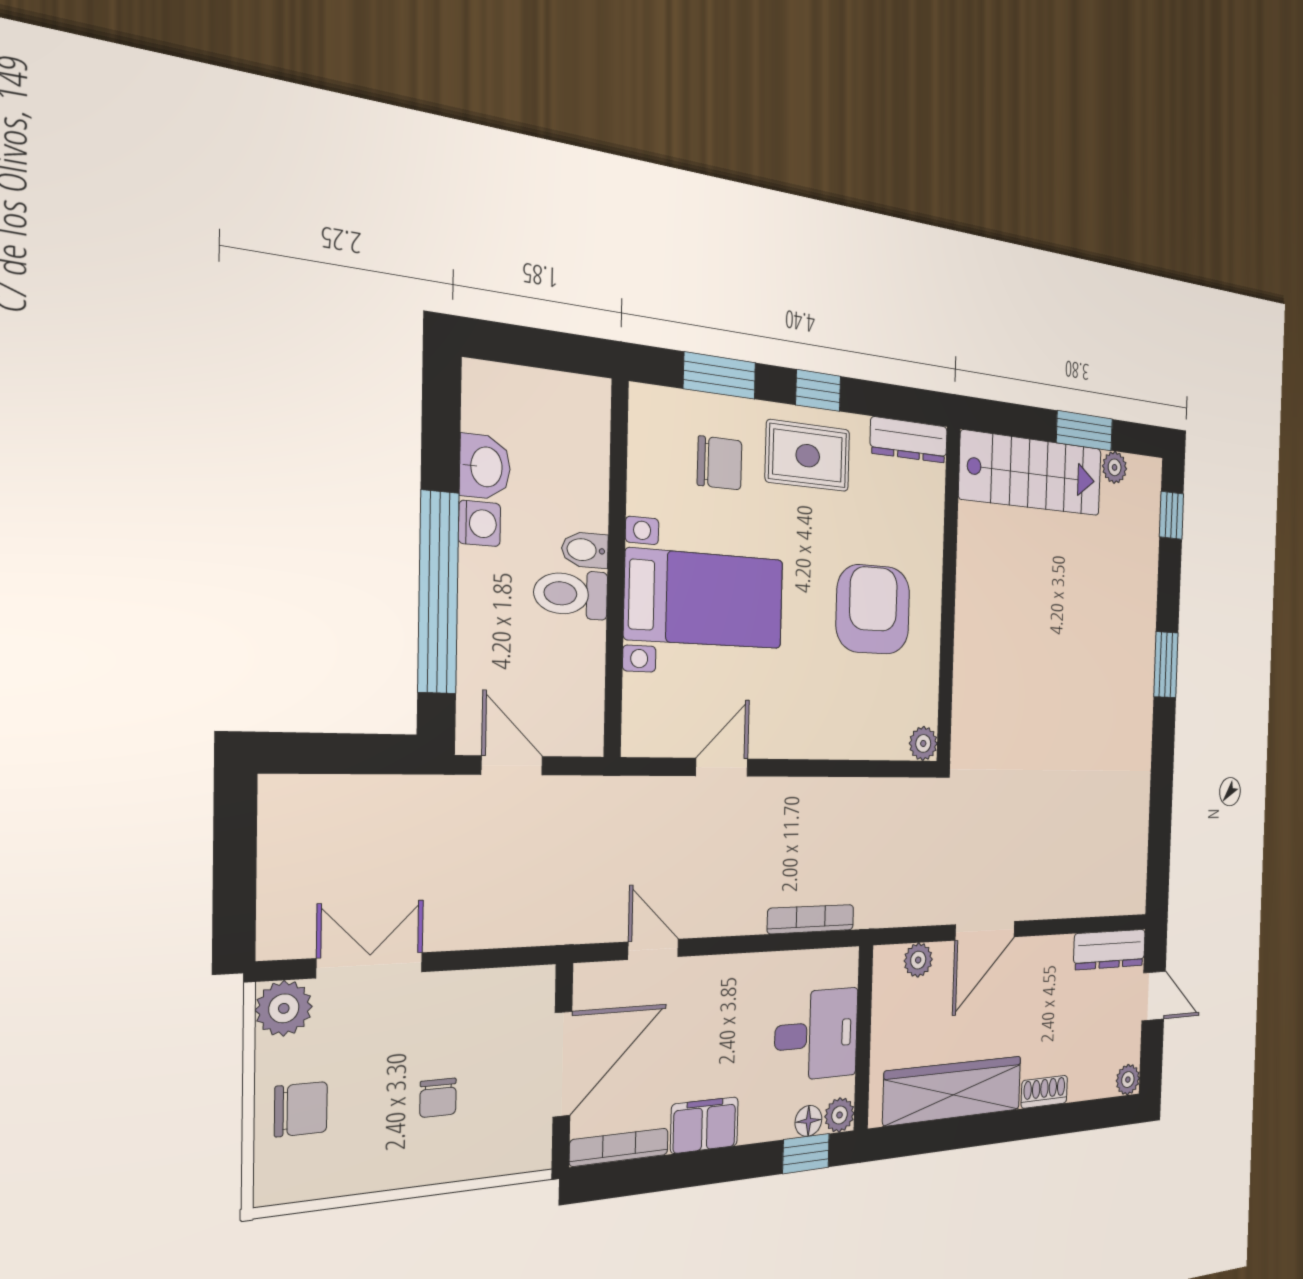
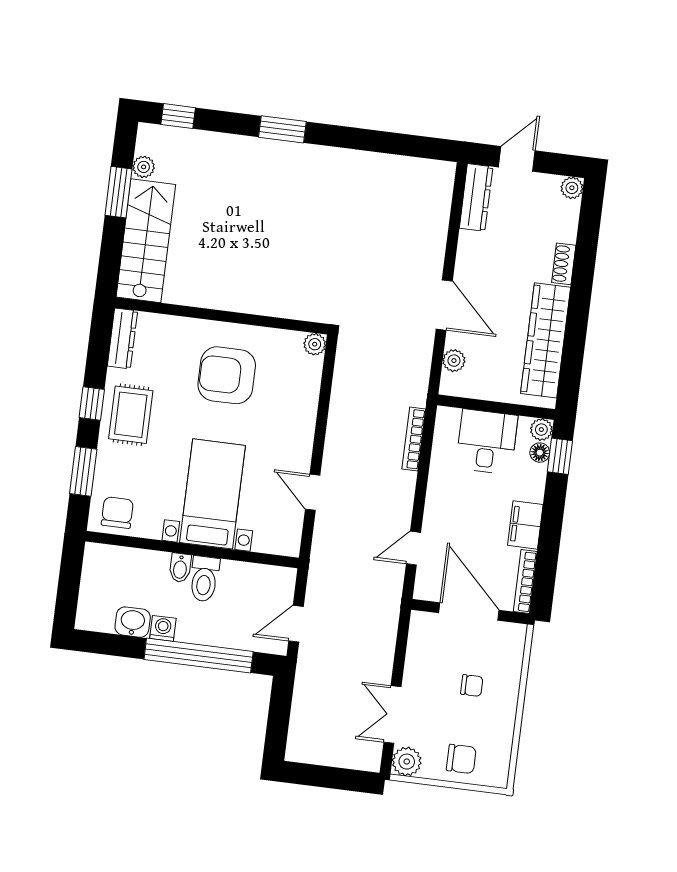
chair: (720, 463) -> (117, 513), moved
chair: (301, 1109) -> (461, 759), turned 90

